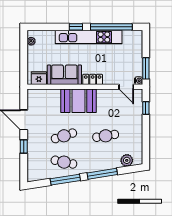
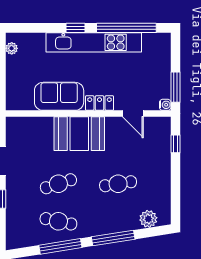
fridge: (39, 78) -> (23, 101), removed
door: (126, 87) -> (133, 114), moved

